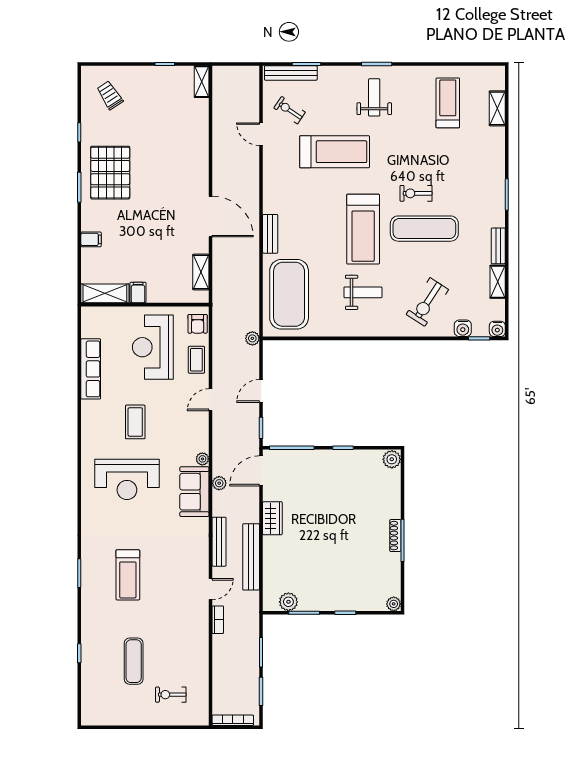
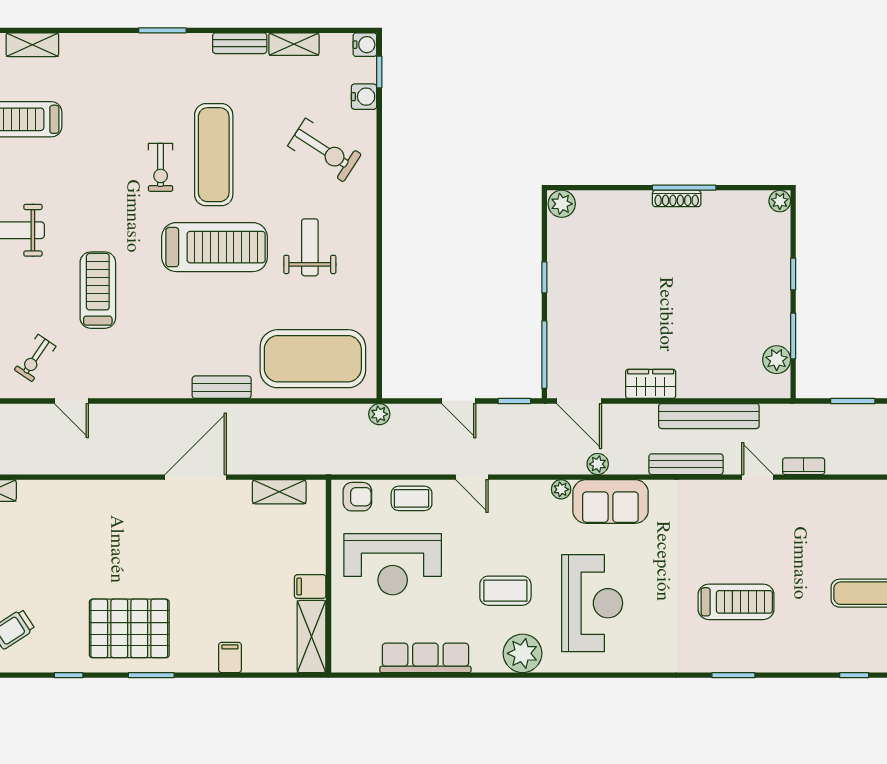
door: (261, 134) -> (71, 401), hinge flipped
treadmill: (335, 152) -> (98, 290), width x0.73, depth x0.73
plant: (94, 433) -> (522, 653), added

